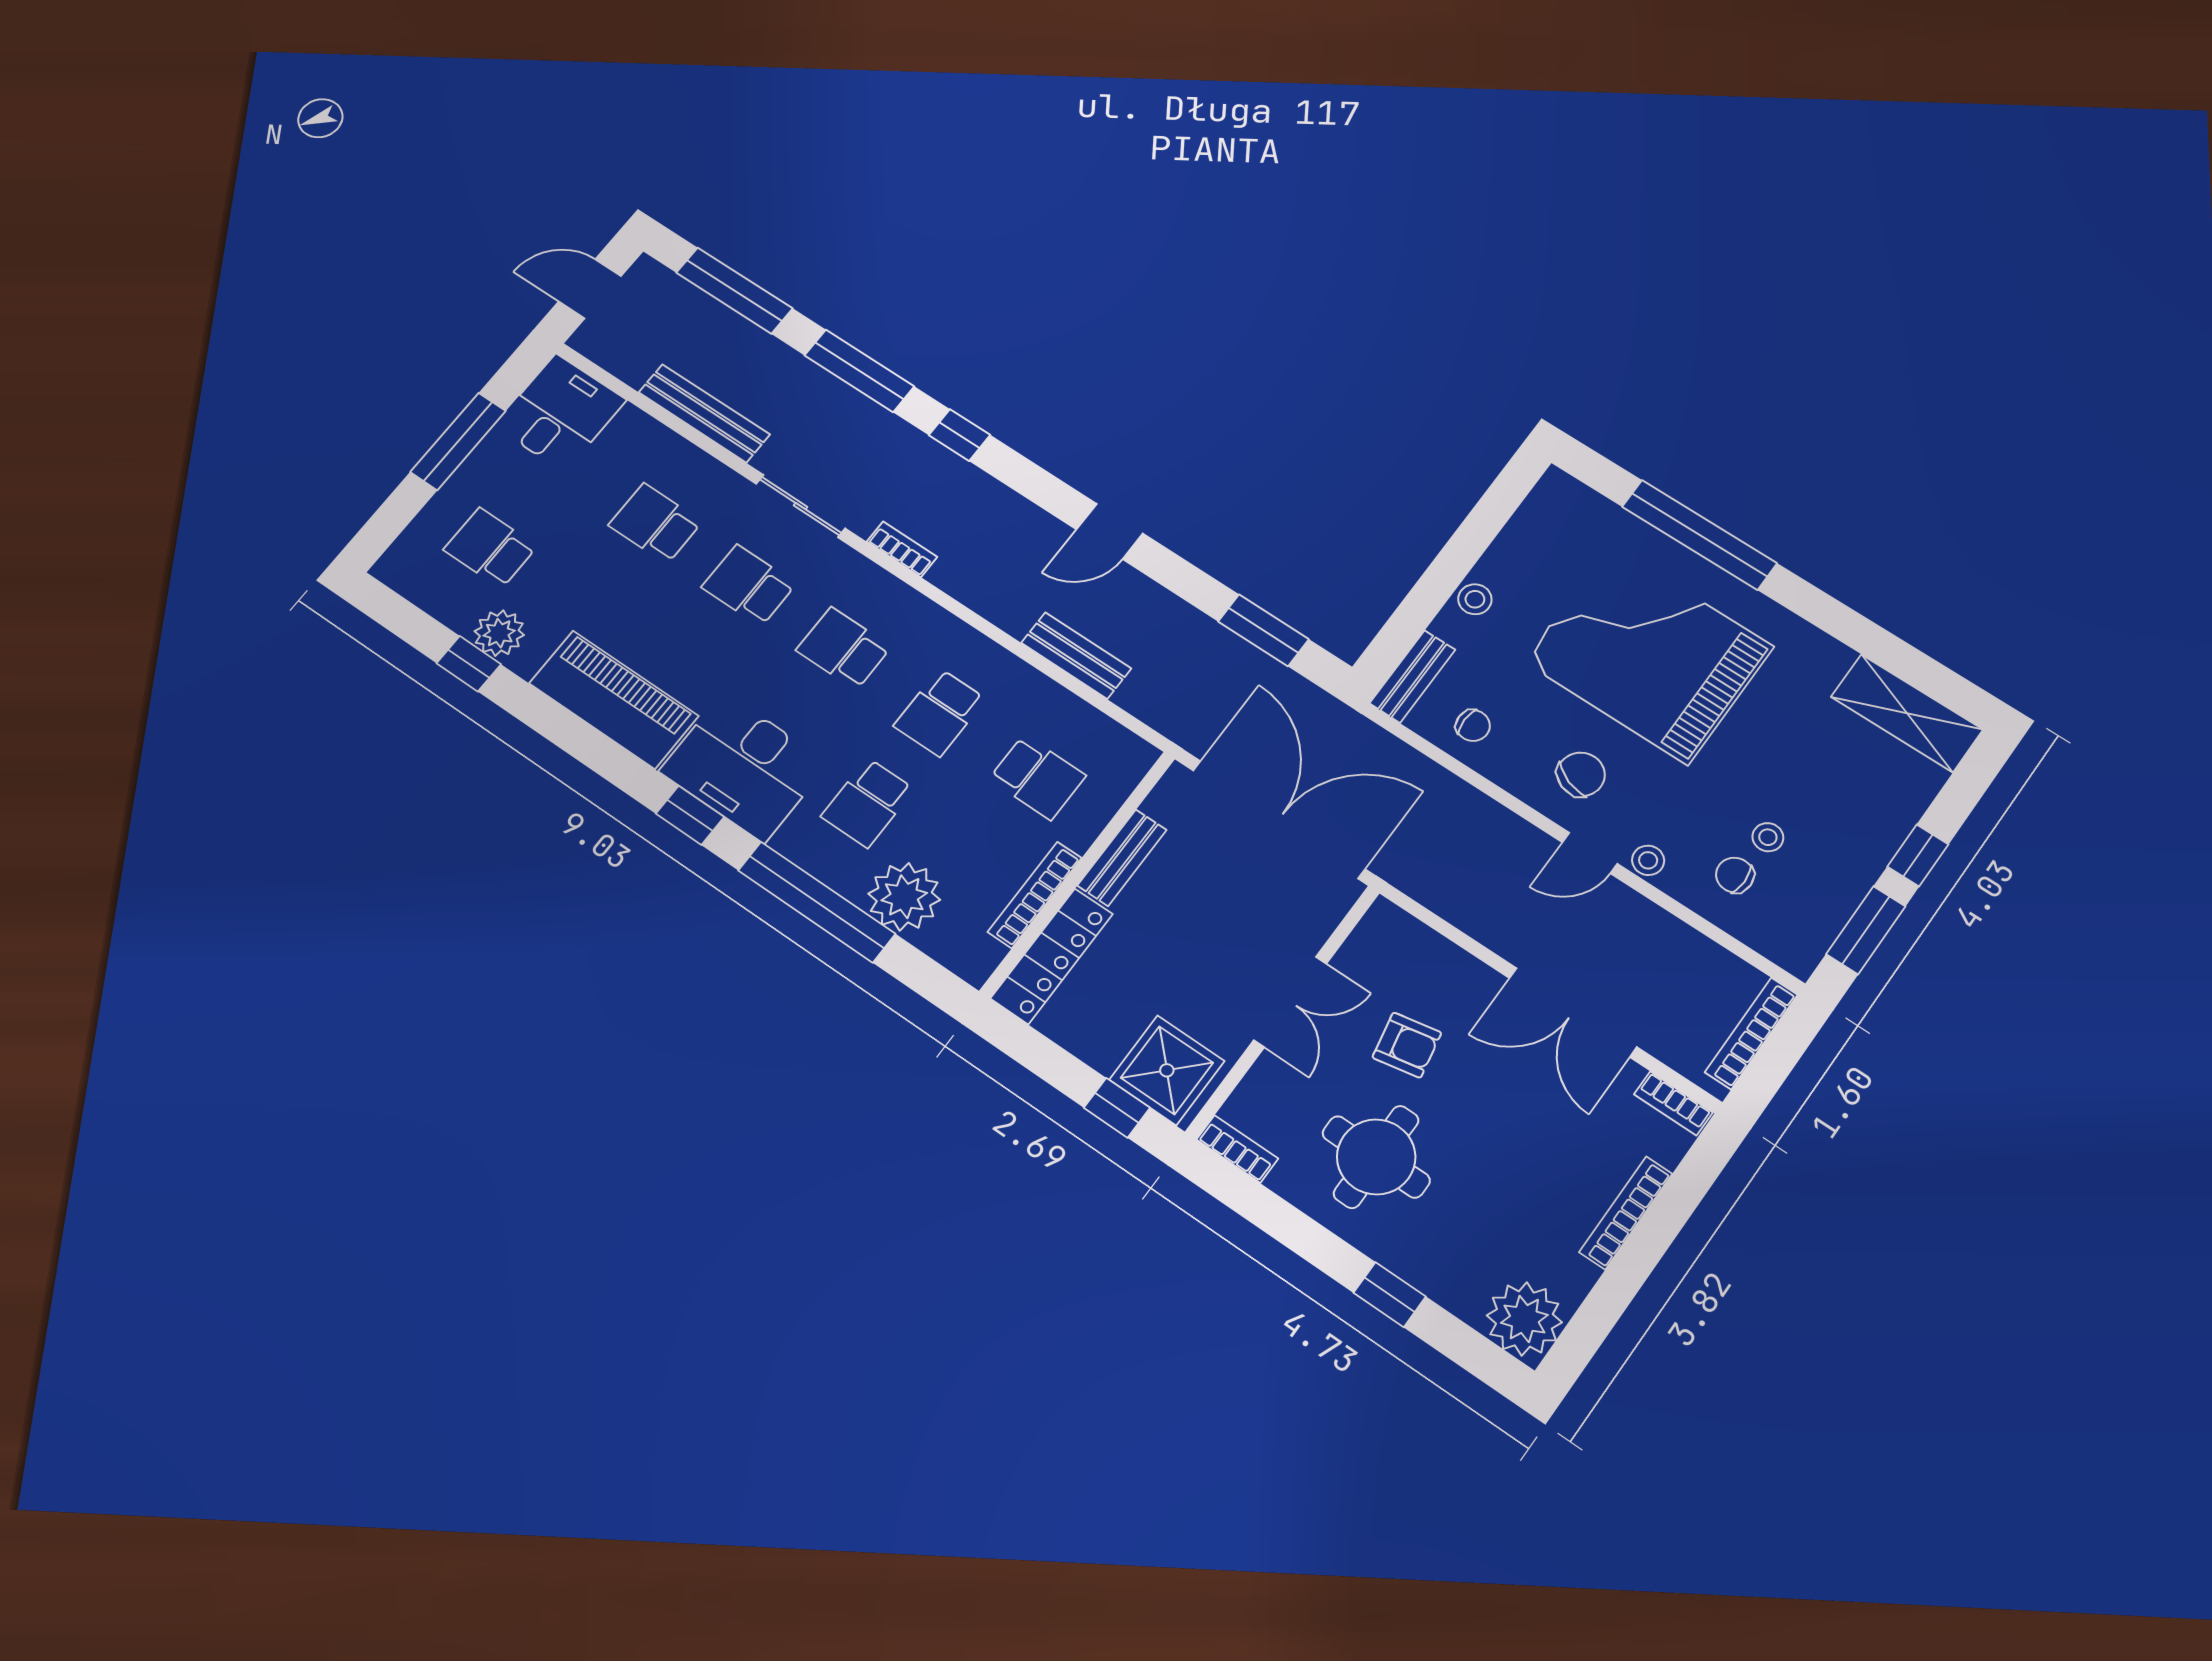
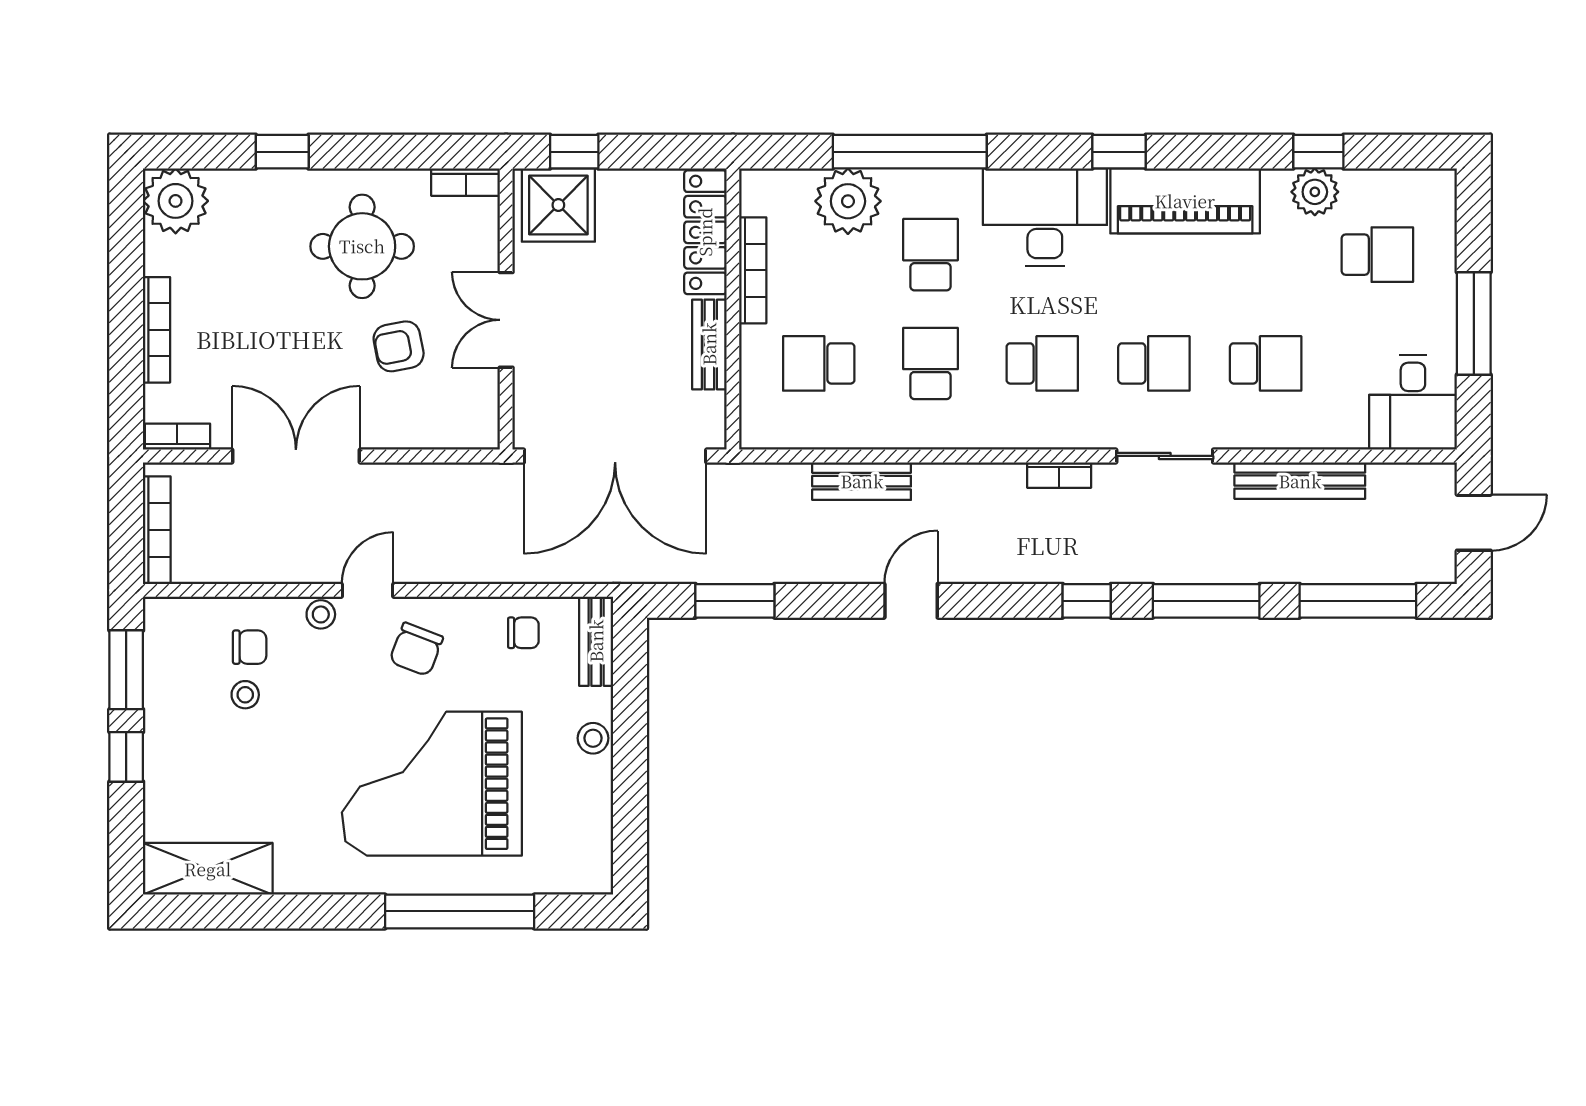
grand piano: (1648, 654) -> (432, 784), turned 180
chair: (1473, 726) -> (523, 633), turned 180
window: (690, 815) -> (1119, 152), moved

